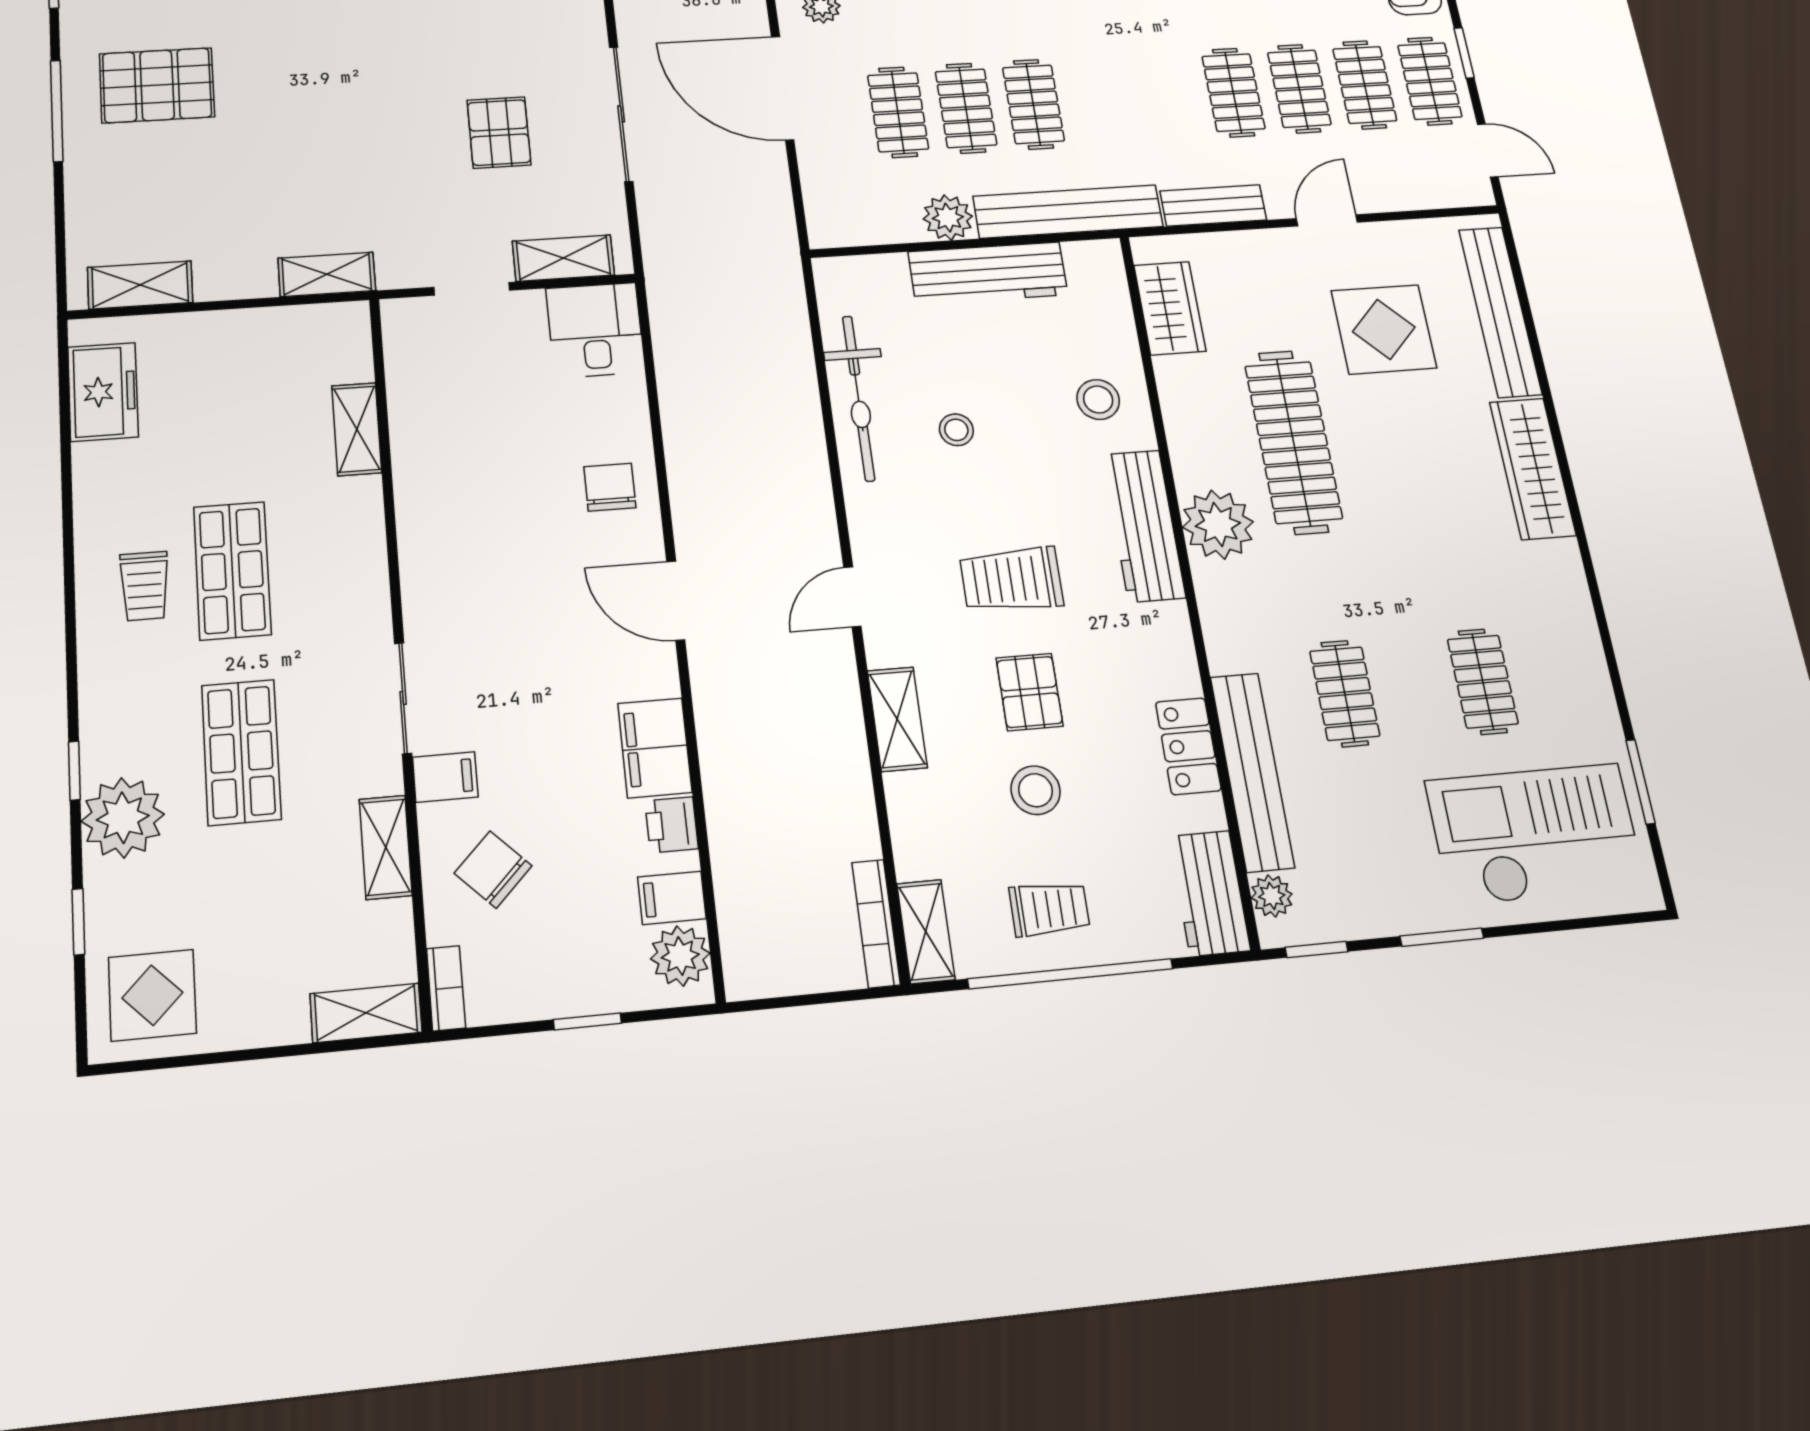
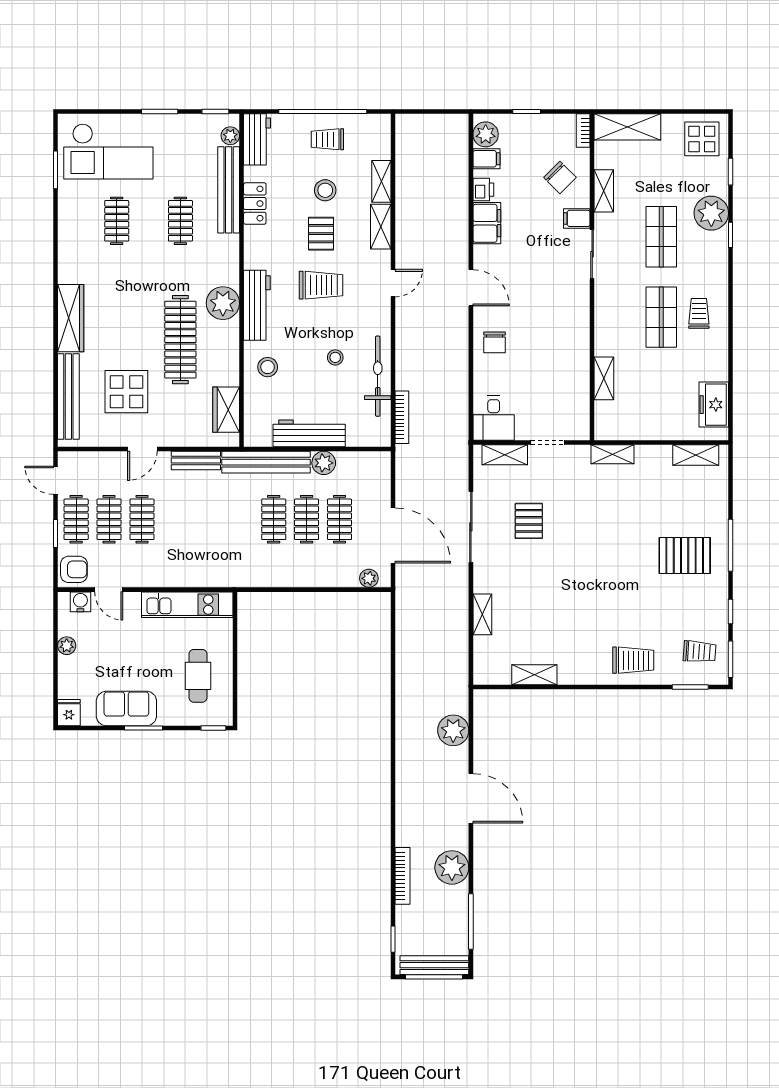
clothes rail: (1233, 93) -> (175, 519), removed
bookcase: (876, 923) -> (402, 417), moved
shelving: (926, 932) -> (381, 181), moved
shelving: (366, 1013) -> (627, 127), width x1.50, depth x1.33

